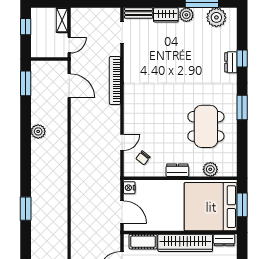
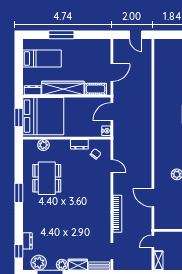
window: (242, 58) -> (19, 251), moved
dresser: (231, 62) -> (27, 241), moved
door: (69, 86) -> (153, 198), moved
door: (122, 142) -> (112, 166), swing flipped
dresser: (177, 170) -> (79, 144), moved
door: (122, 212) -> (112, 112), hinge flipped

